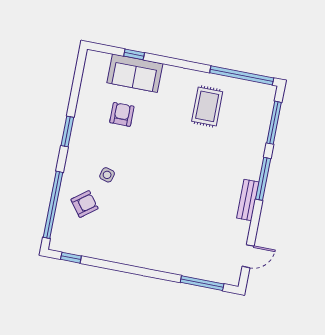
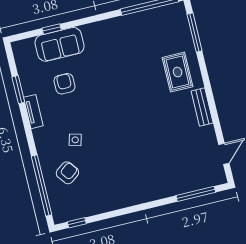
rug: (207, 106) -> (178, 72), moved
tv unit: (78, 128) -> (33, 112), added
window: (67, 132) -> (18, 90), moved
window: (263, 179) -> (207, 84), removed

